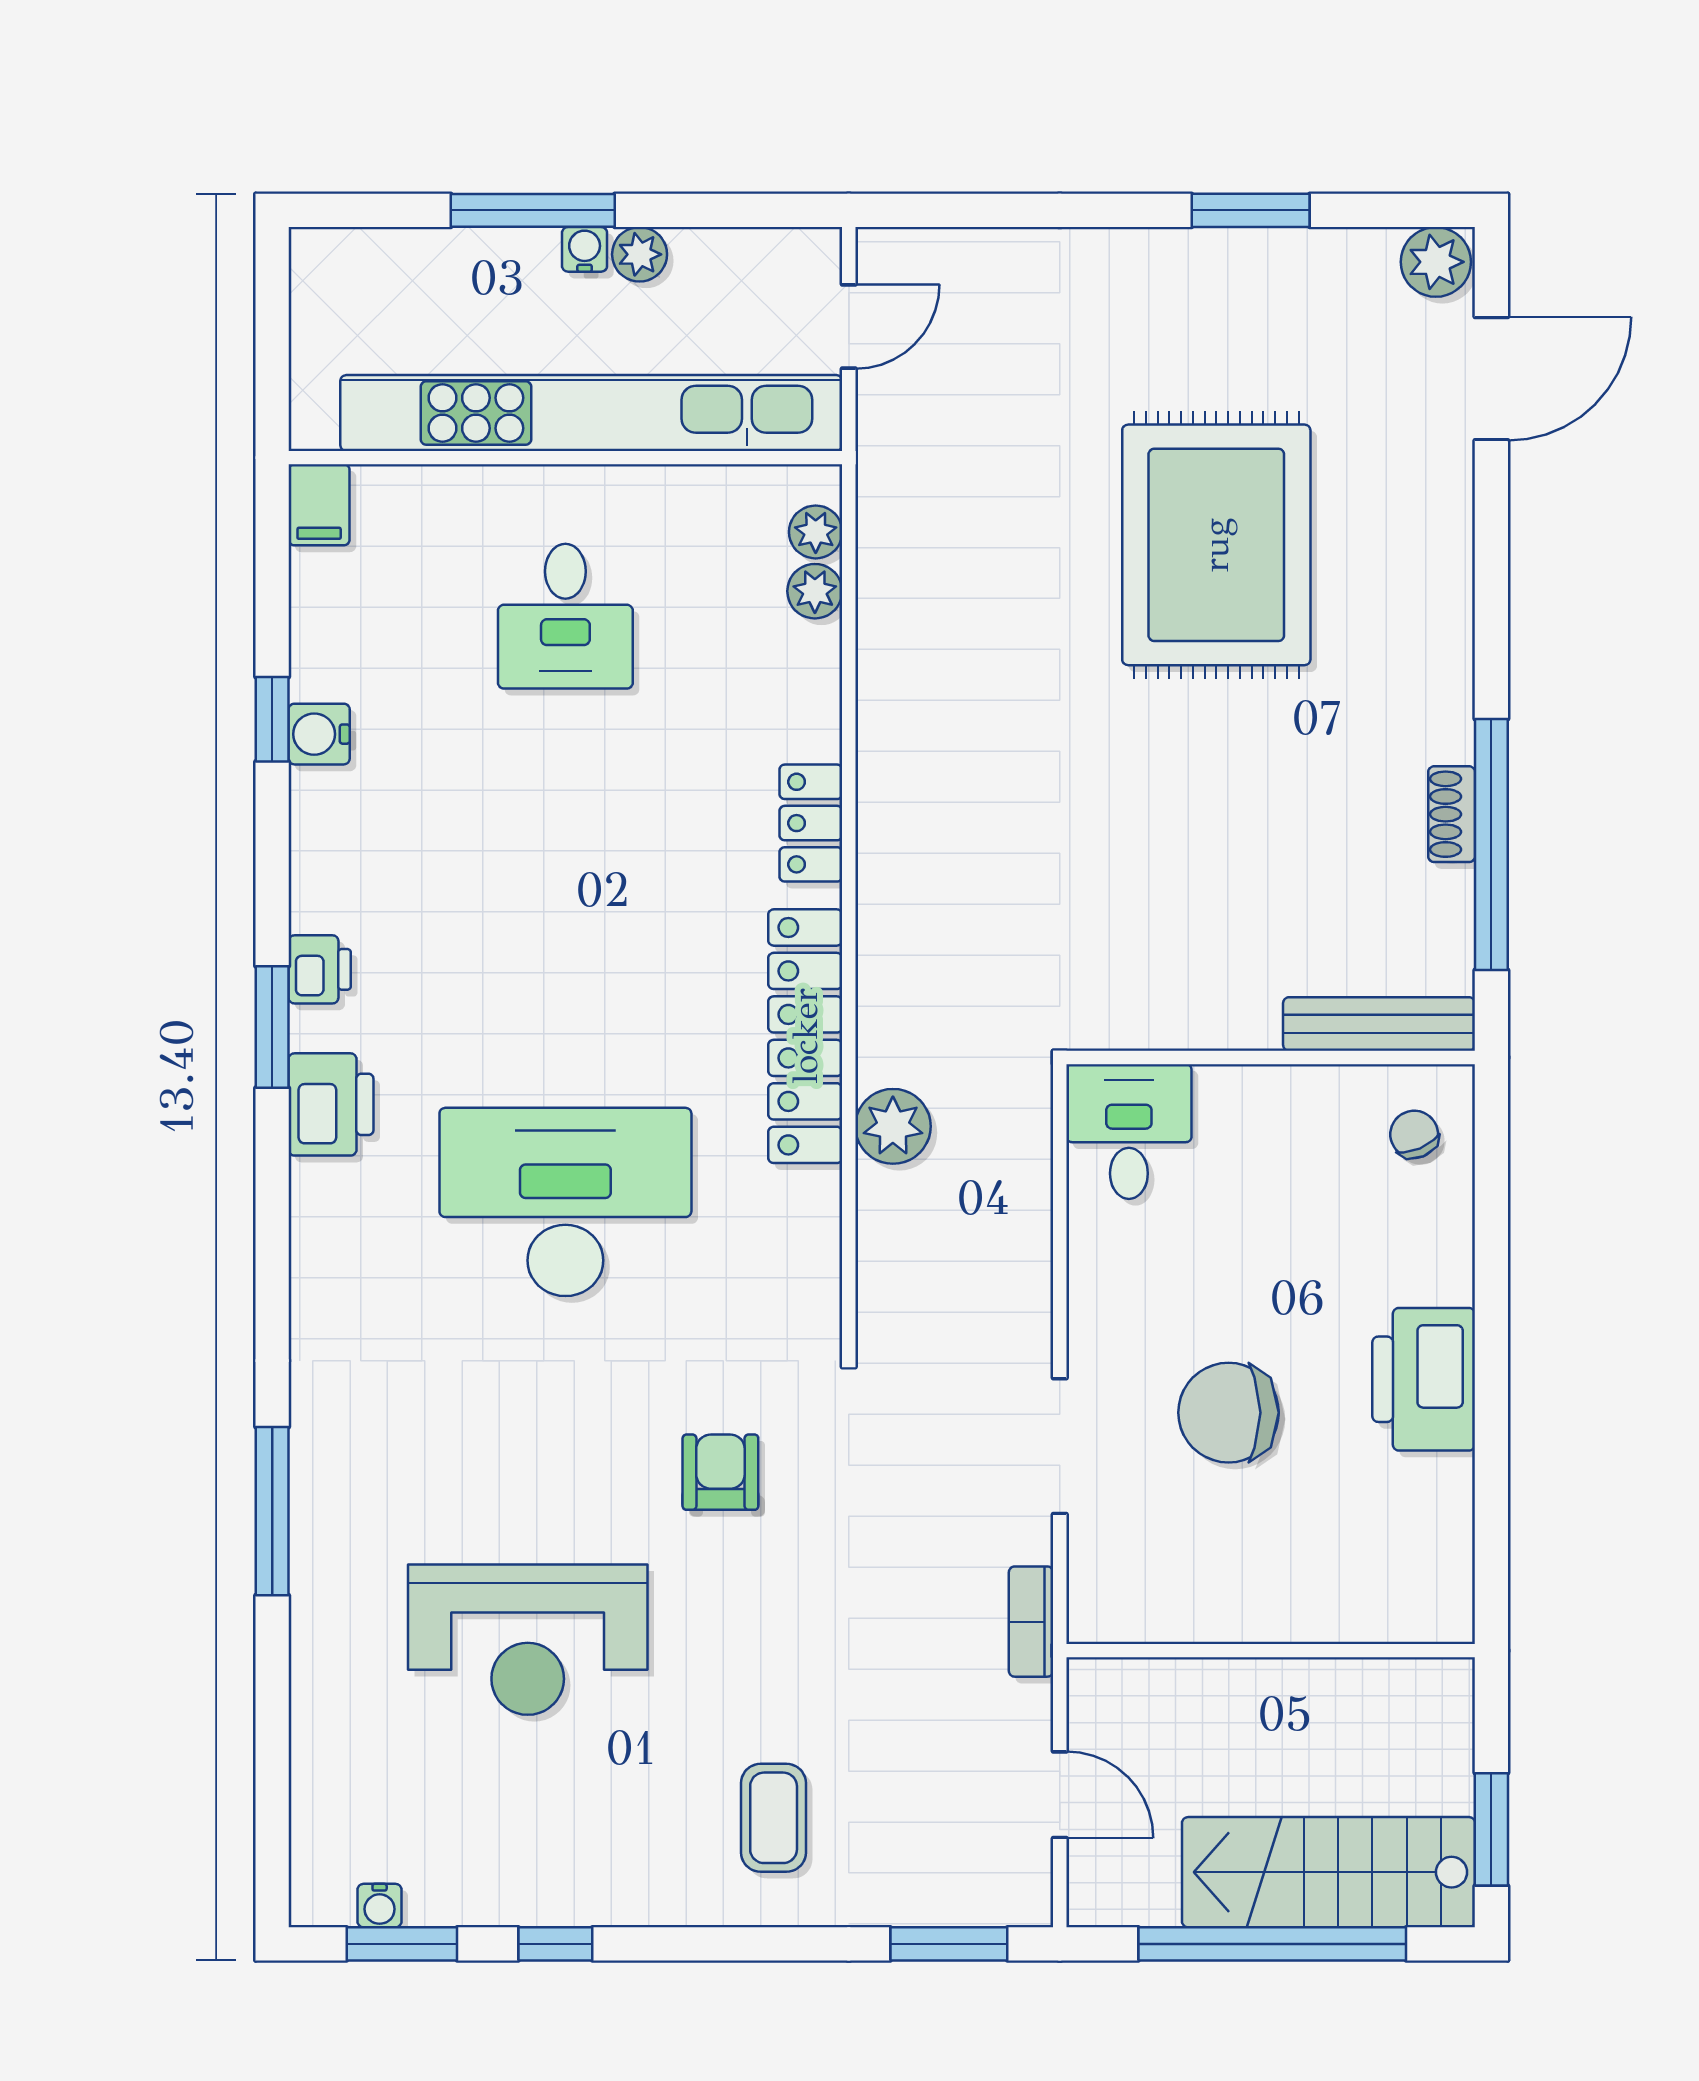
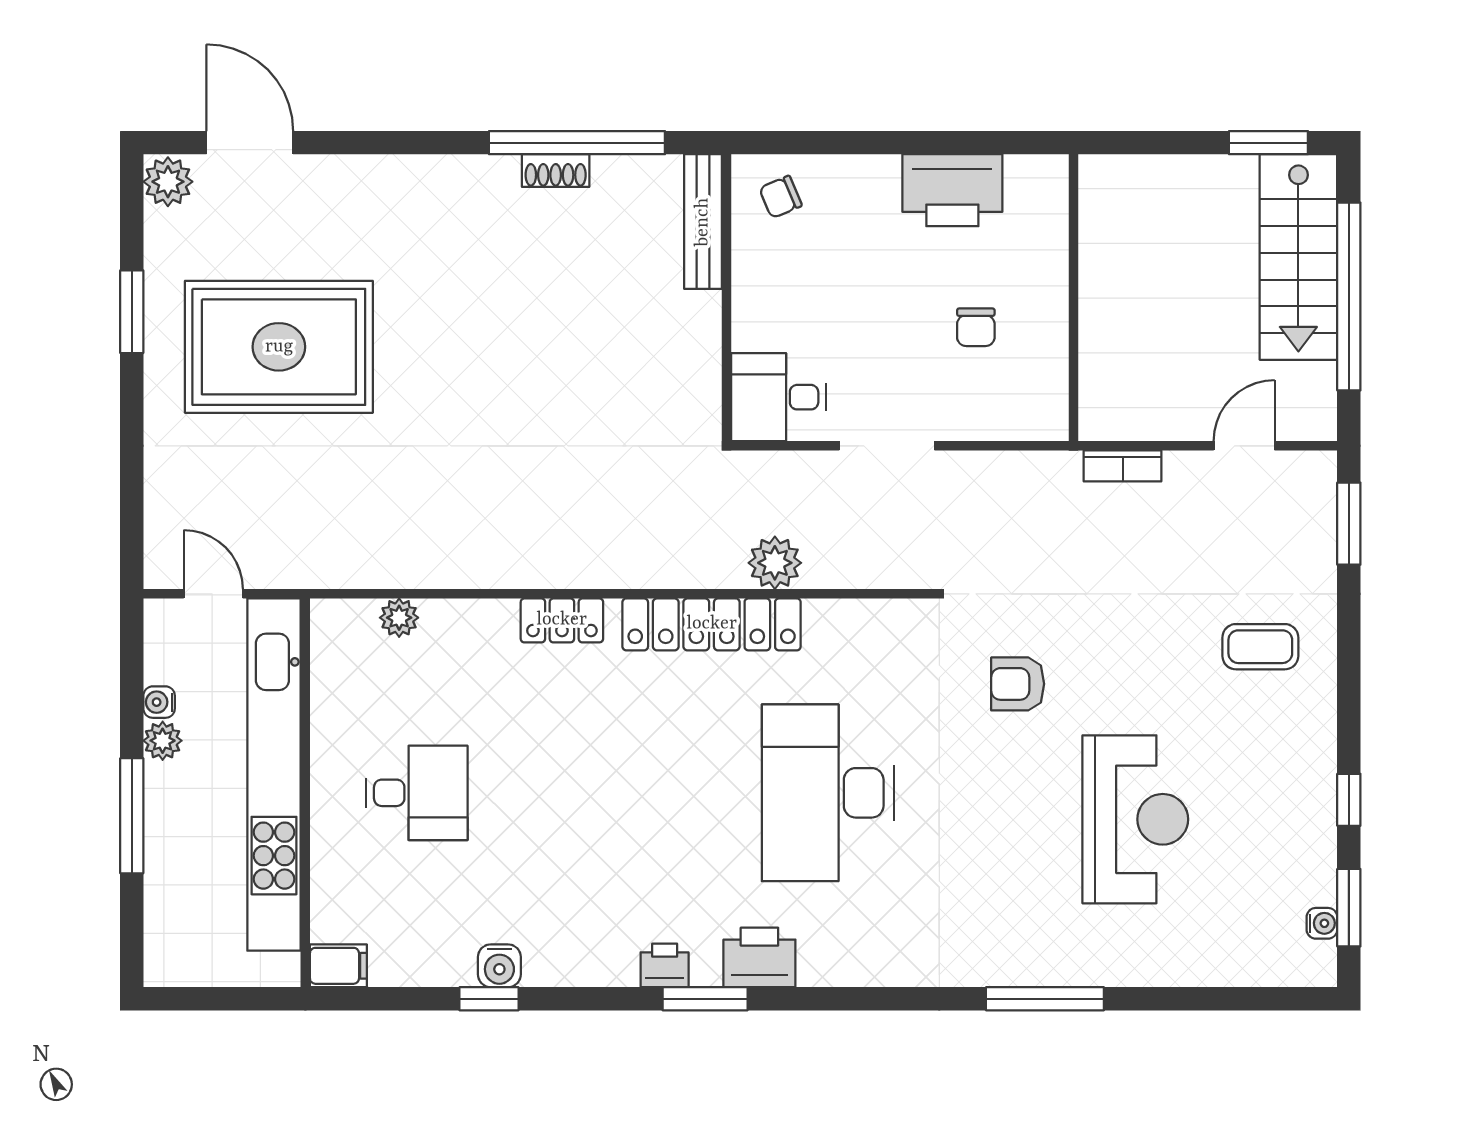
water cooler: (585, 249) -> (159, 702), moved
plant: (816, 532) -> (358, 617), removed
rug: (1216, 545) -> (279, 347), moved
chair: (1229, 1413) -> (976, 327), width x0.54, depth x0.54
doorway: (1060, 1446) -> (887, 446), moved
wall: (1271, 1651) -> (1073, 298), moved

